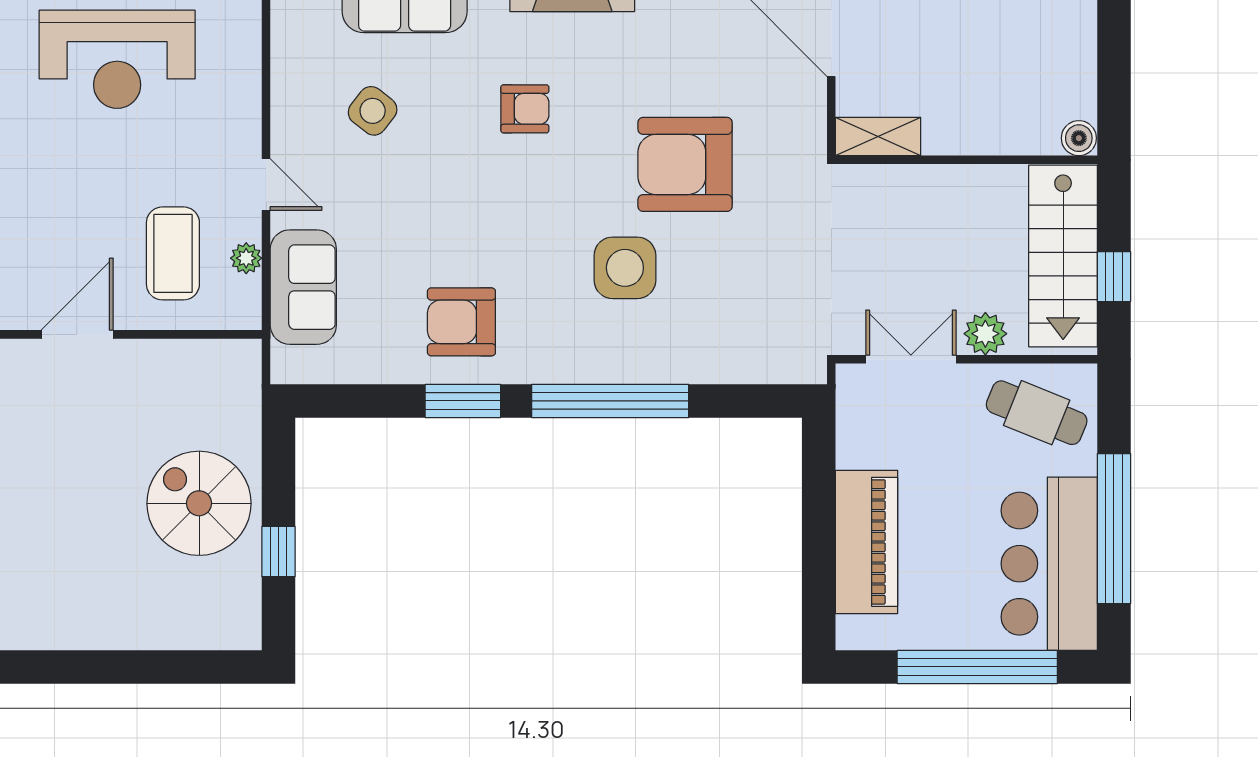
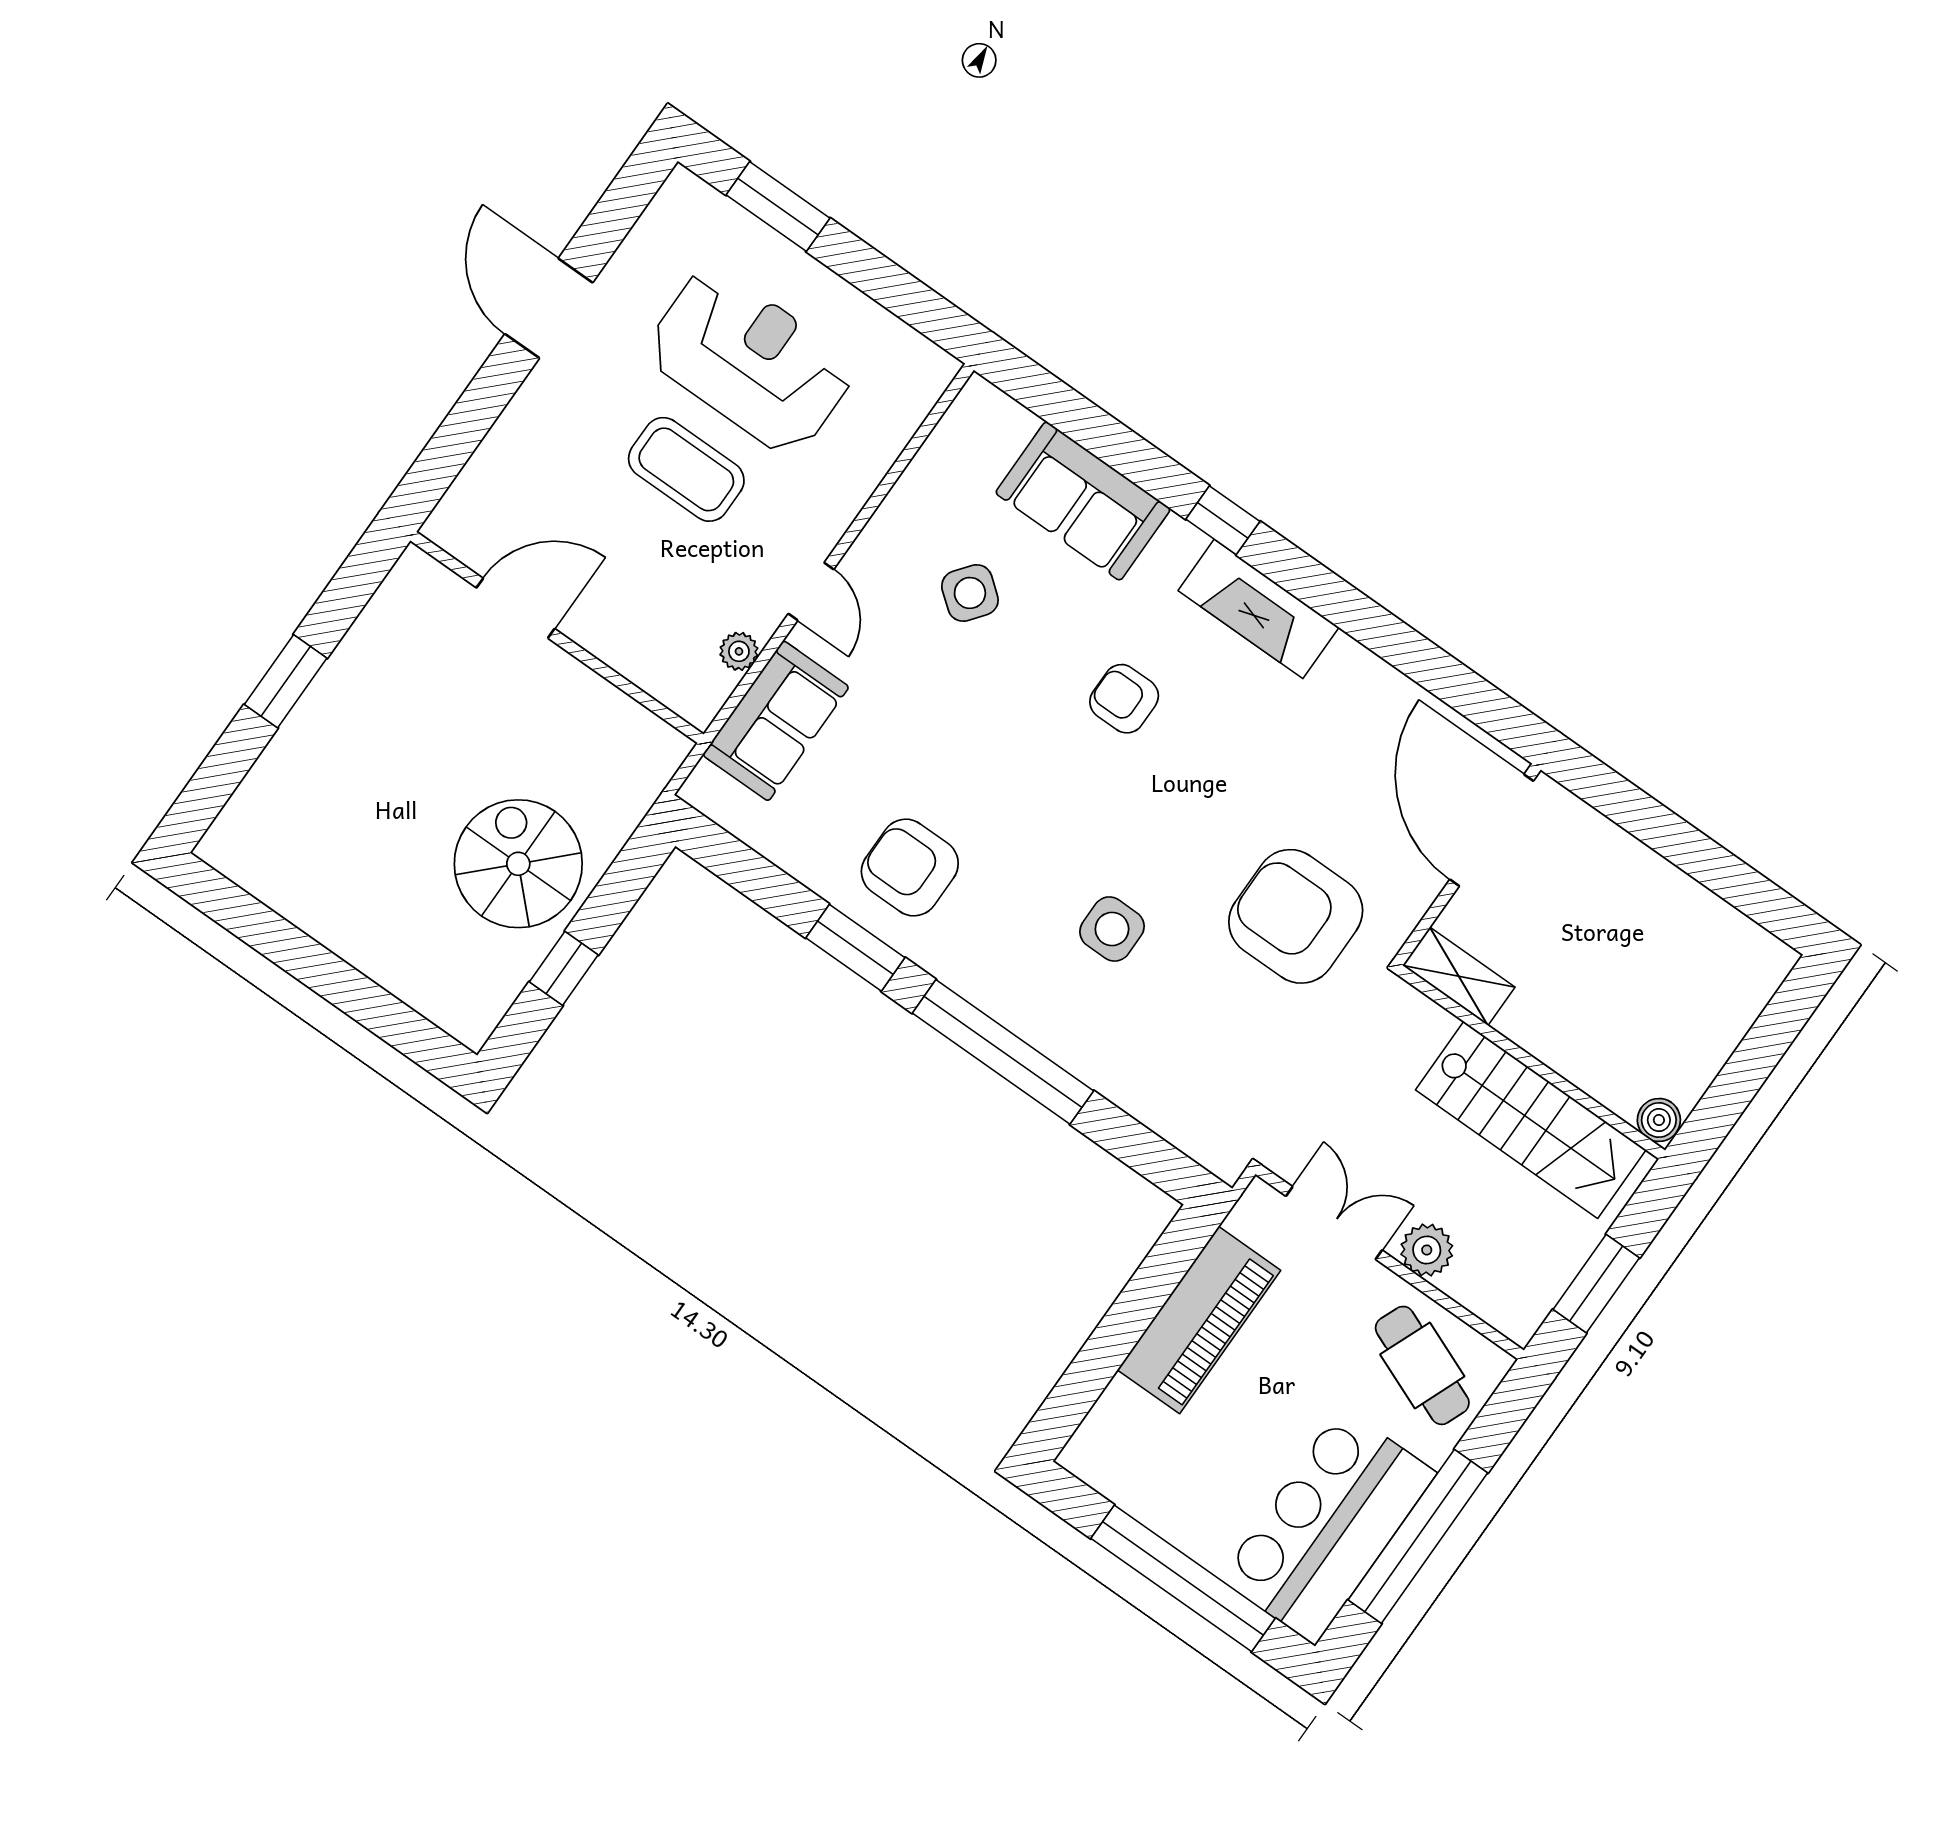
reception desk: (117, 59) -> (750, 361), turned 180
armchair: (525, 109) -> (1124, 699), turned 180
armchair: (685, 164) -> (1296, 916), moved
coffee table: (173, 253) -> (686, 469), moved, turned 90
stairs: (1063, 256) -> (1531, 1120), moved, turned -90
side table: (625, 268) -> (1112, 929), width x0.73, depth x0.73
window: (1114, 277) -> (1596, 1284), width x1.50
piano: (867, 542) -> (1199, 1320), moved

